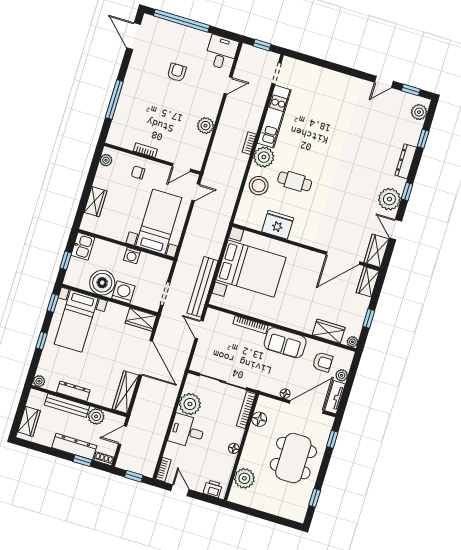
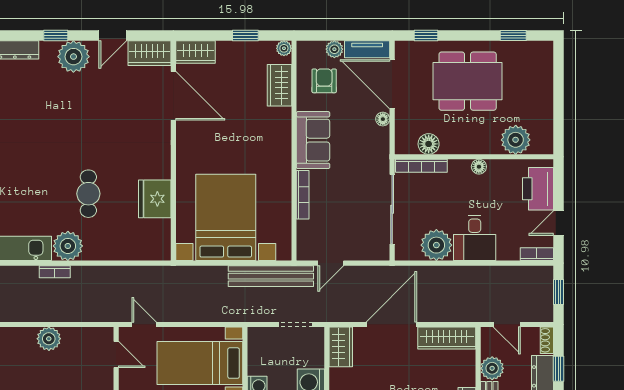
stool: (259, 186) -> (109, 241), removed
printer: (213, 489) -> (538, 189), width x1.87, depth x1.48

